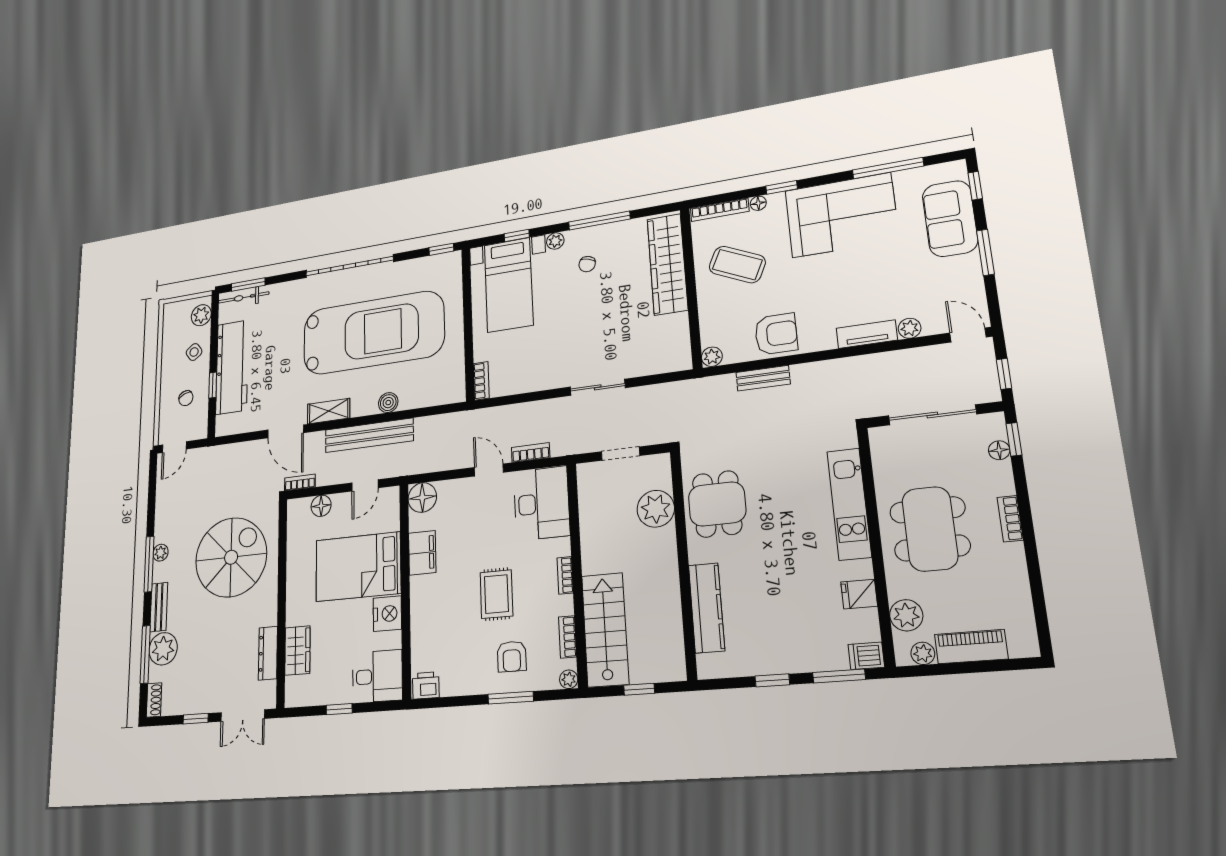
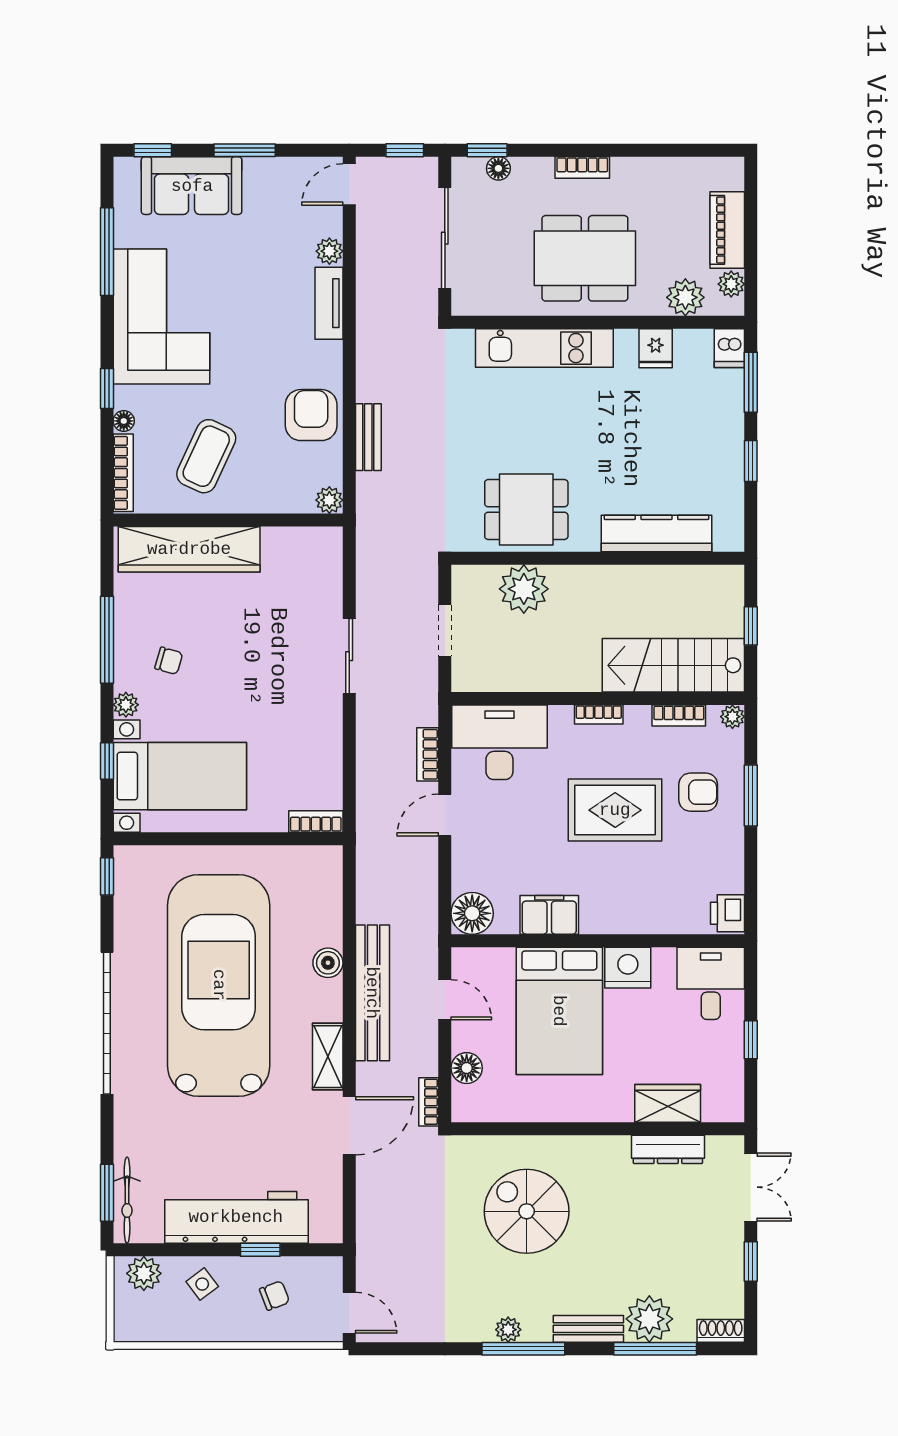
spiral stairs: (231, 557) -> (527, 1211), width x0.73, depth x0.73
rug: (496, 594) -> (615, 810), width x1.36, depth x1.43

